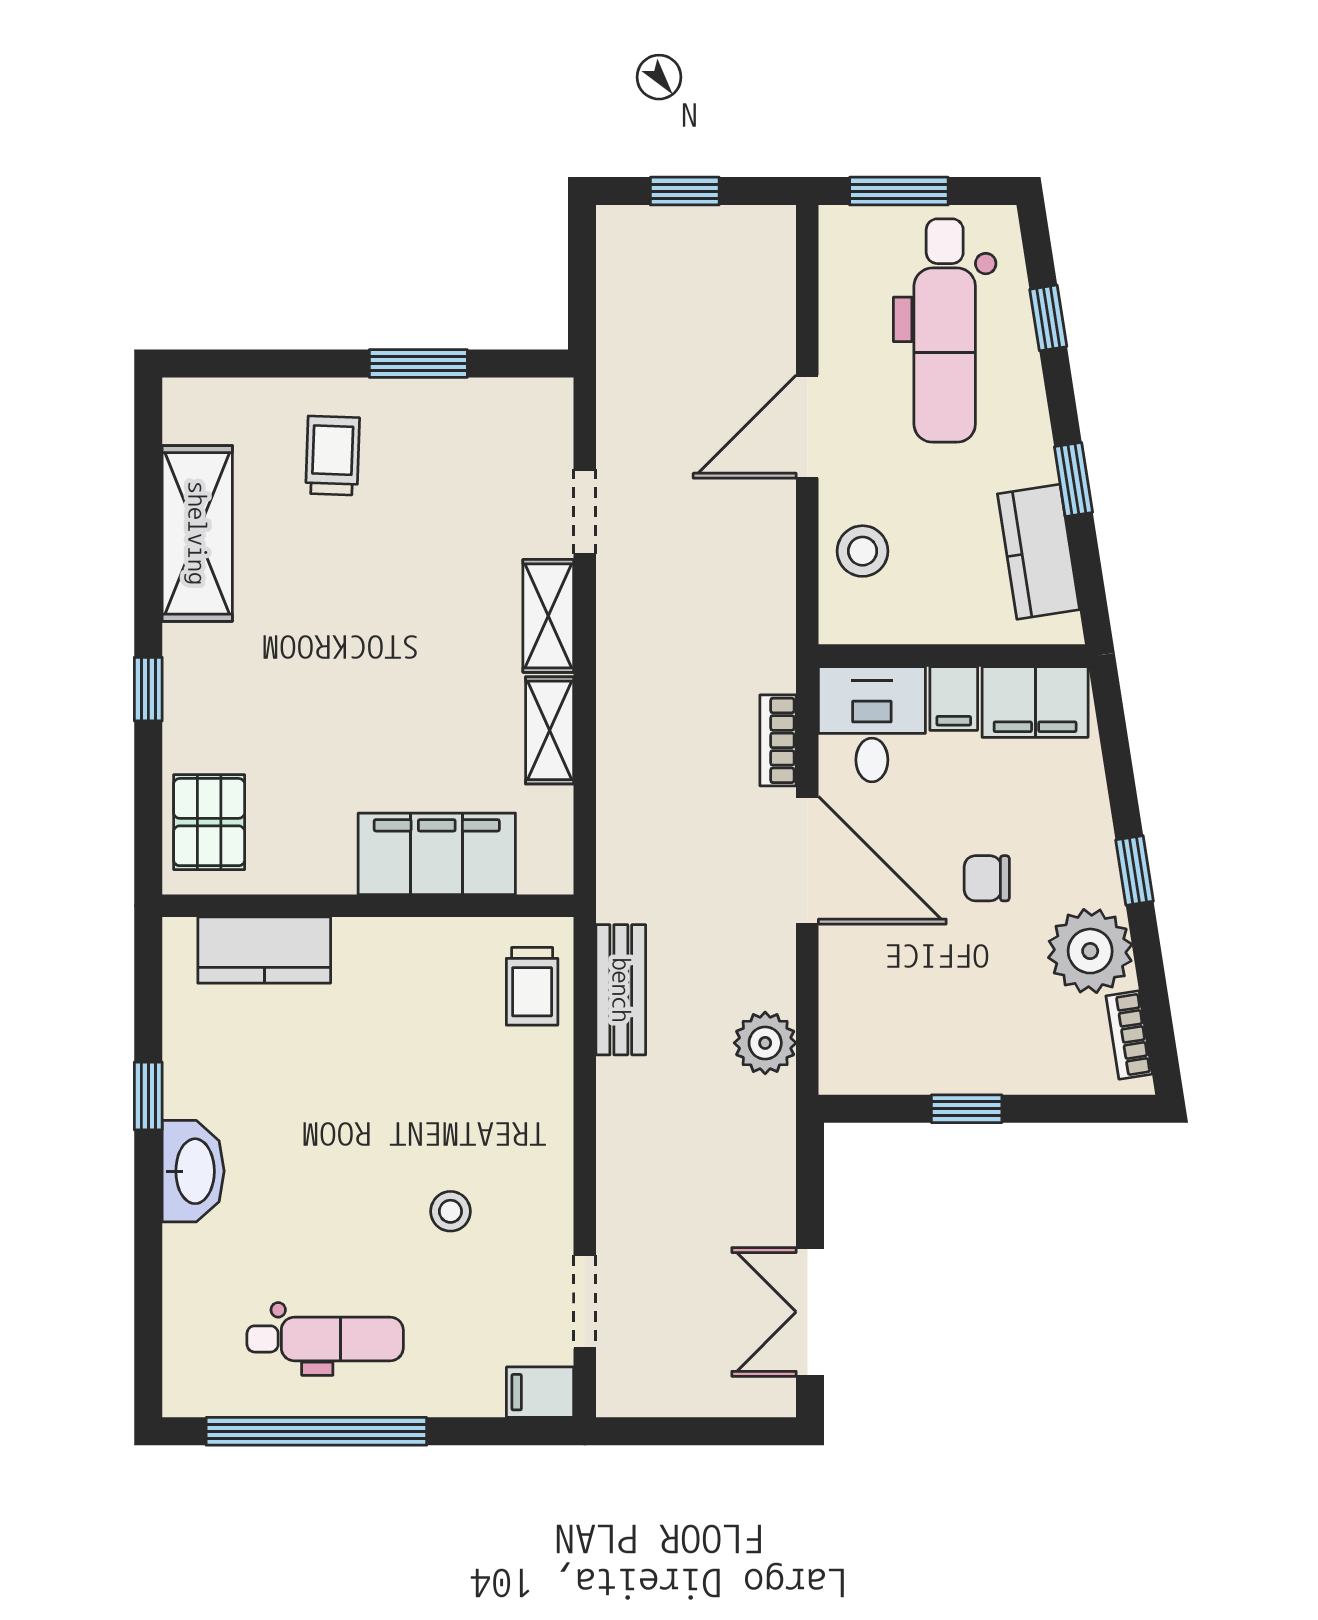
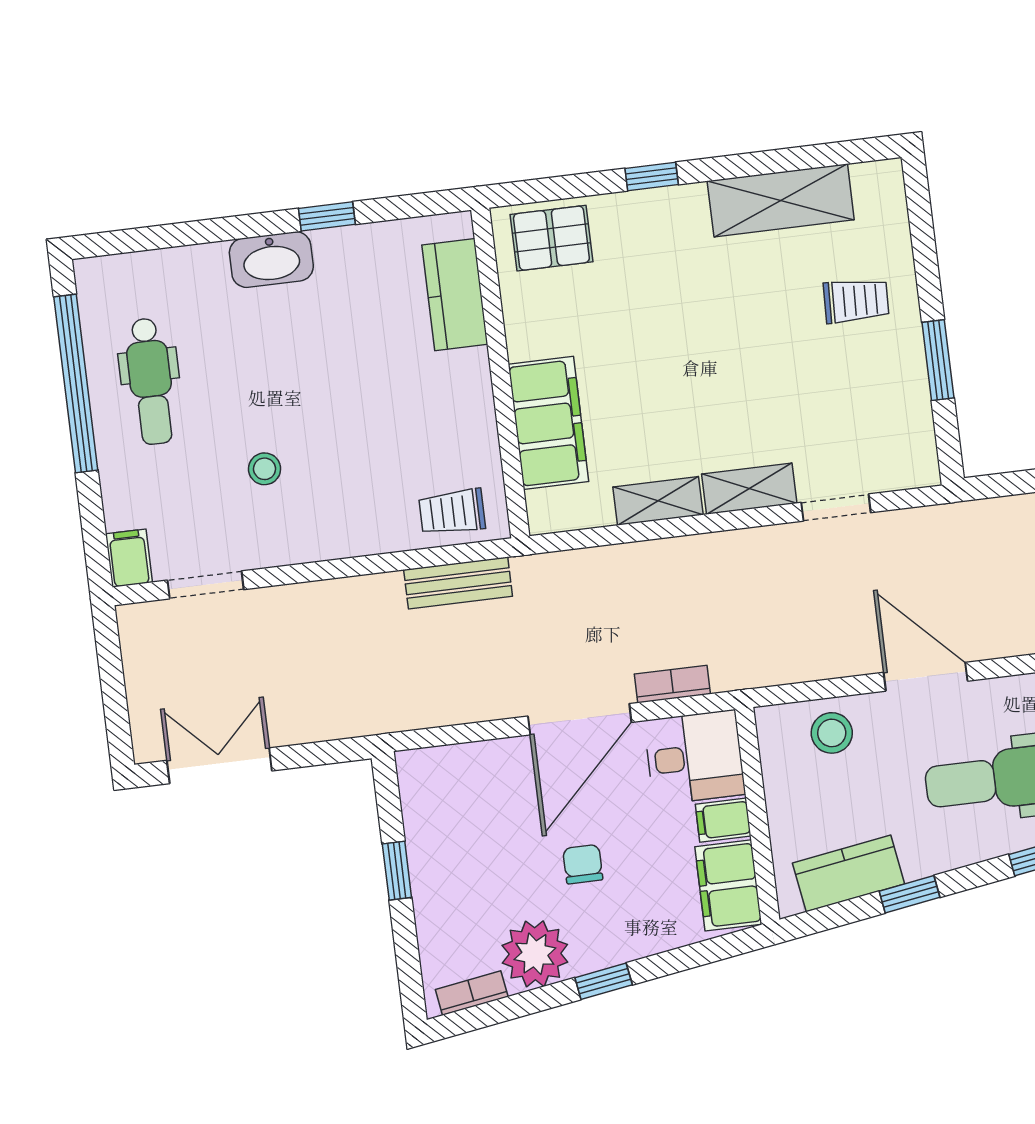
plant: (765, 1043) -> (430, 703), removed

